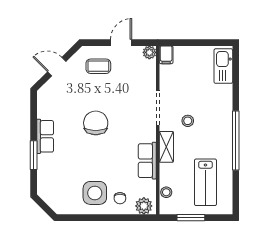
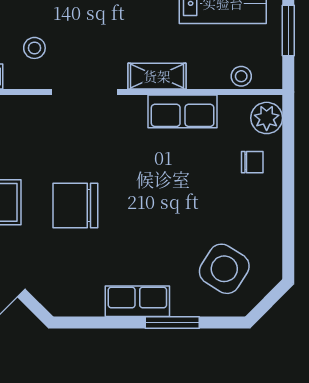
stool: (188, 121) -> (34, 48), moved
chair: (96, 123) -> (75, 206), moved
side table: (95, 193) -> (224, 269), moved, turned 32

